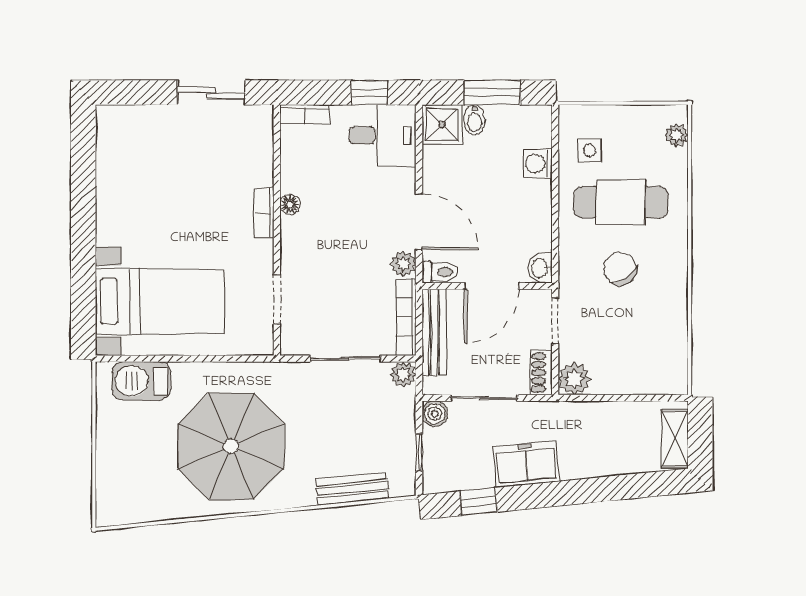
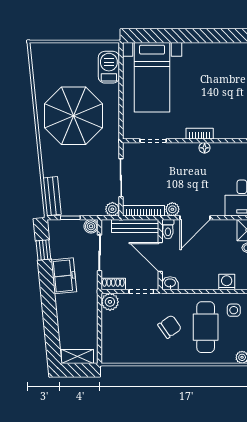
bench: (352, 488) -> (52, 196), moved

